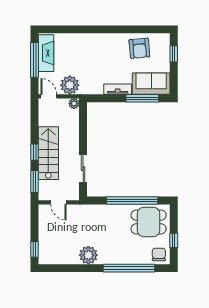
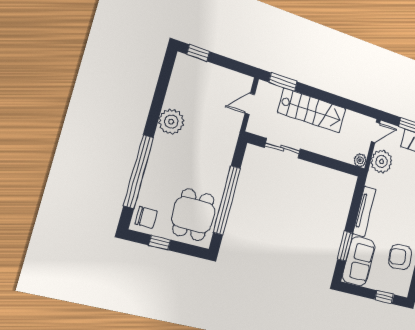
tv unit: (118, 89) -> (364, 211), width x1.41
window: (142, 98) -> (345, 246), width x0.69
window: (35, 152) -> (318, 94), removed

